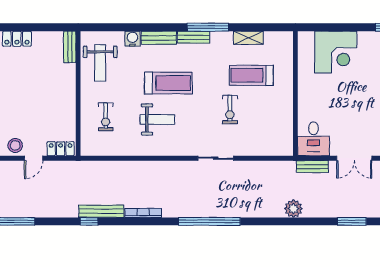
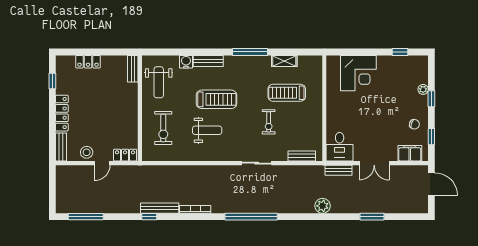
bench: (194, 37) -> (302, 156), moved
exercise bike: (106, 117) -> (163, 128), width x1.38, depth x1.39

